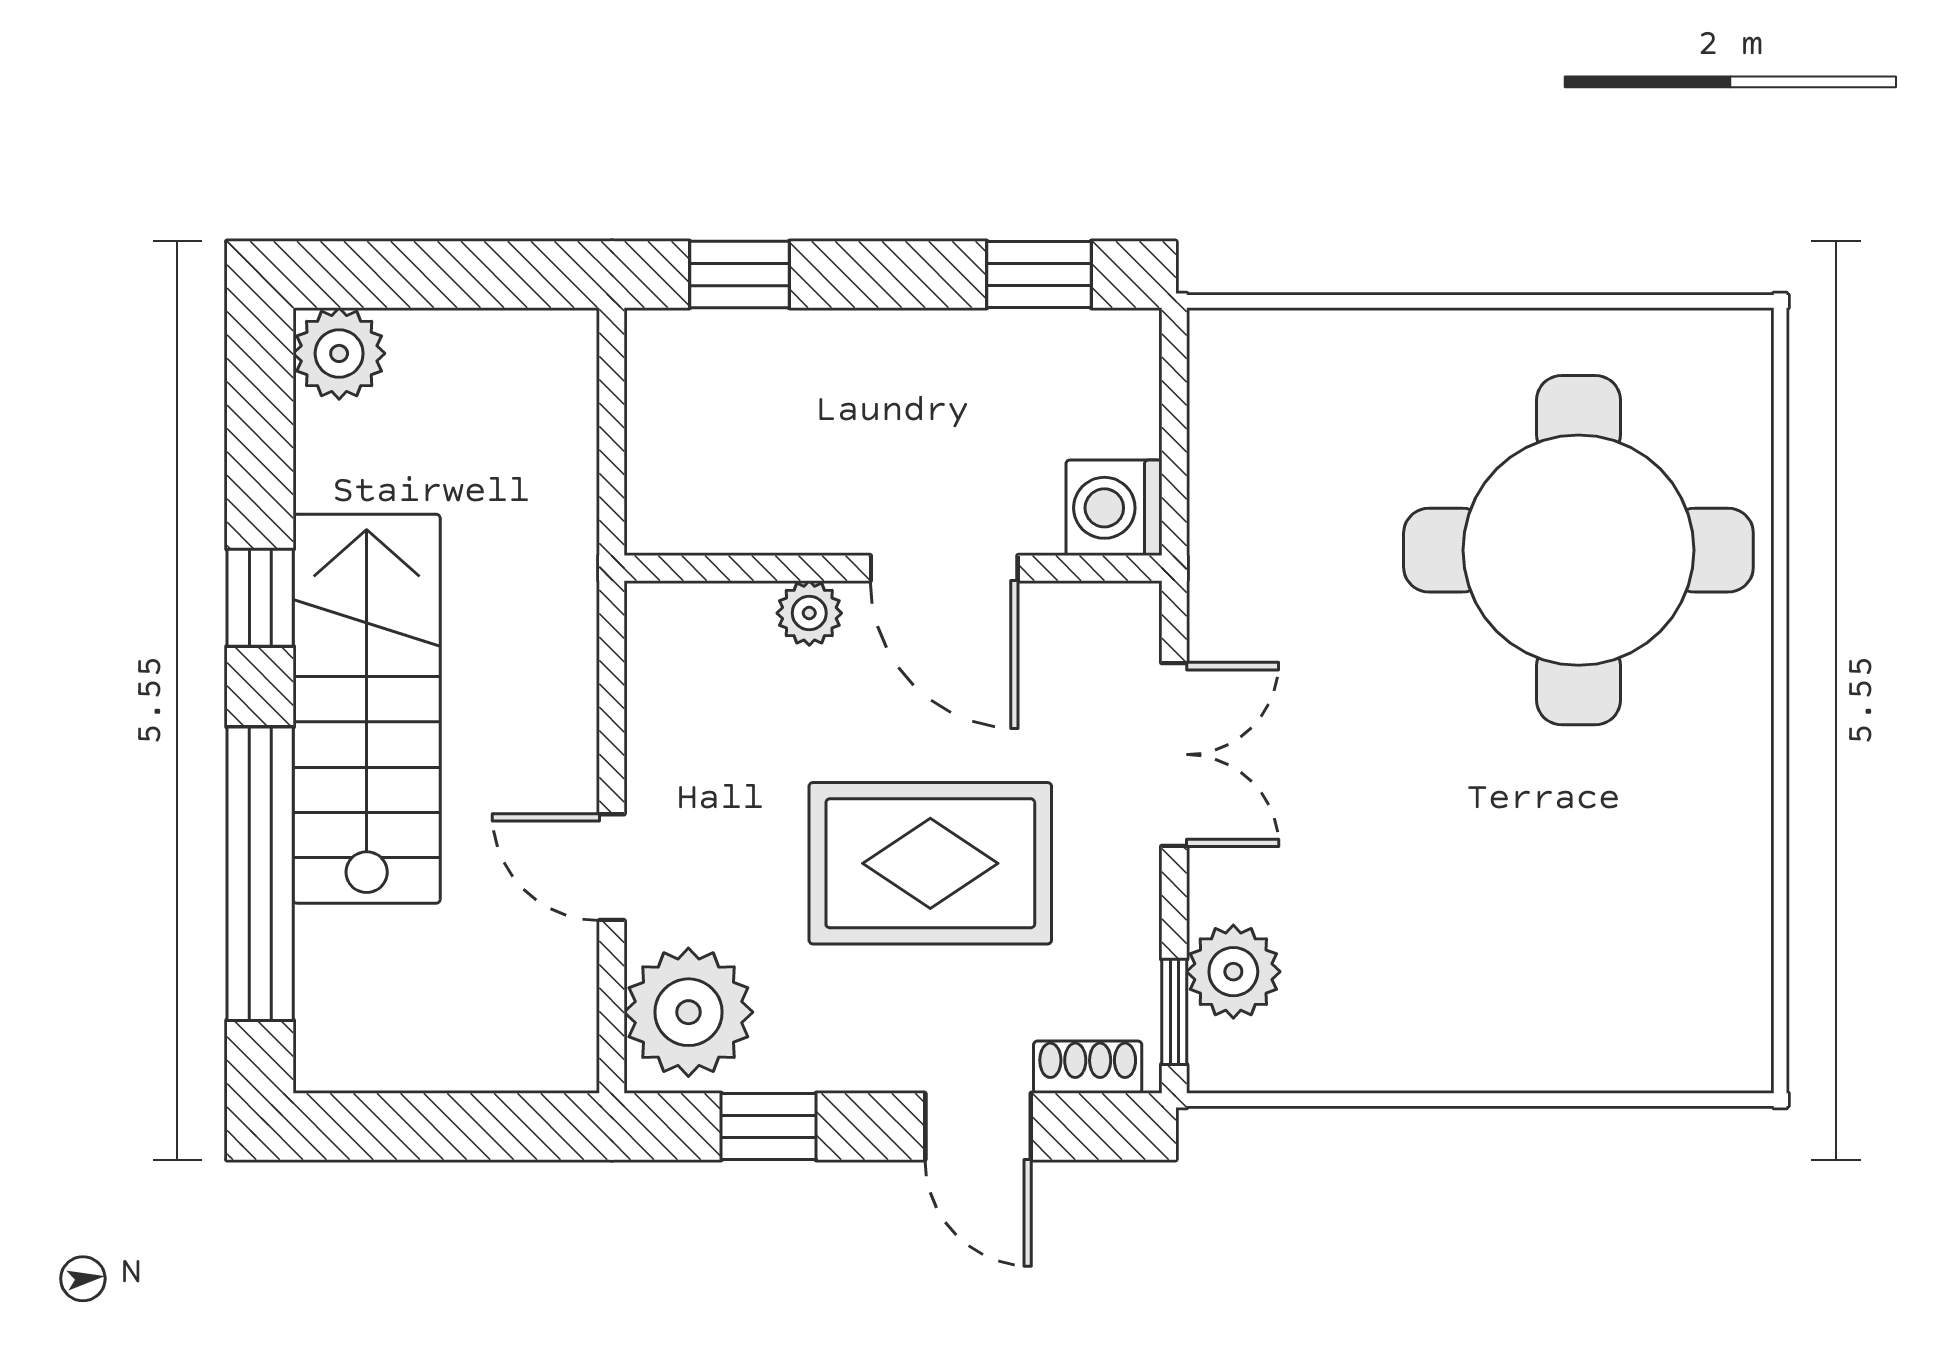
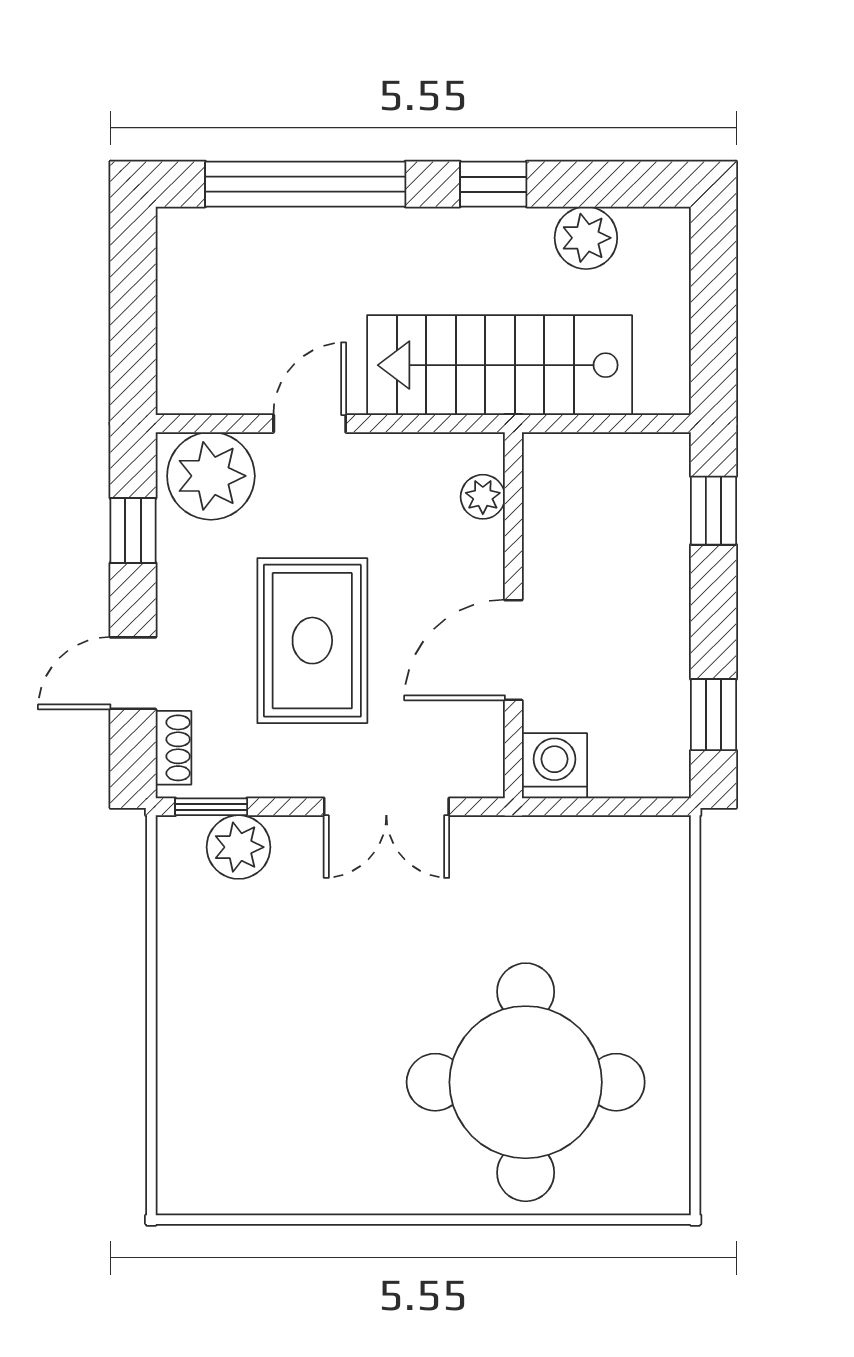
plant: (339, 353) -> (586, 238), moved
plant: (809, 613) -> (483, 497), moved
stairs: (367, 709) -> (500, 365), moved, turned 180

